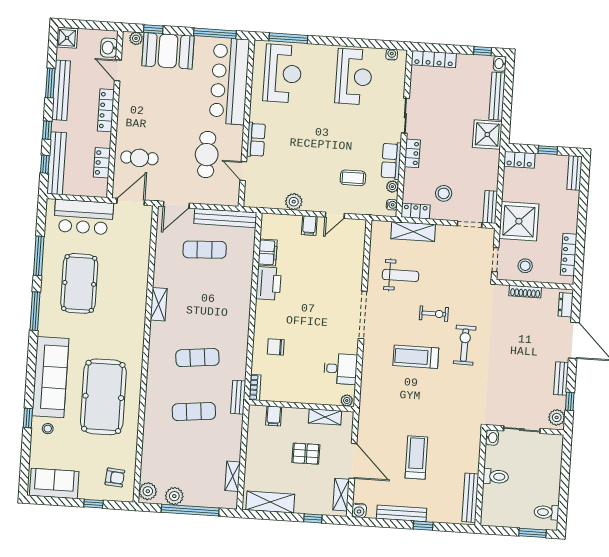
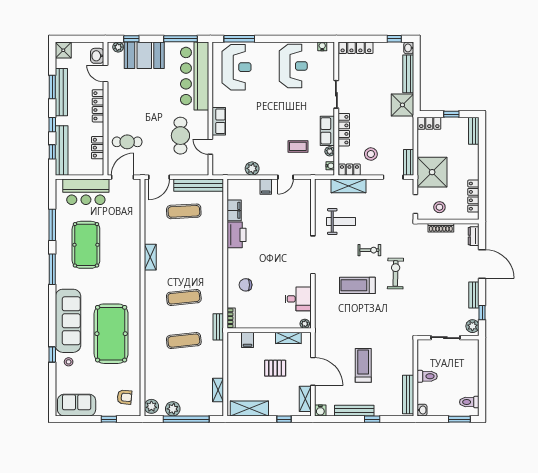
locker: (412, 153) -> (344, 130), width x1.53
washbasin: (492, 438) -> (422, 410), moved

